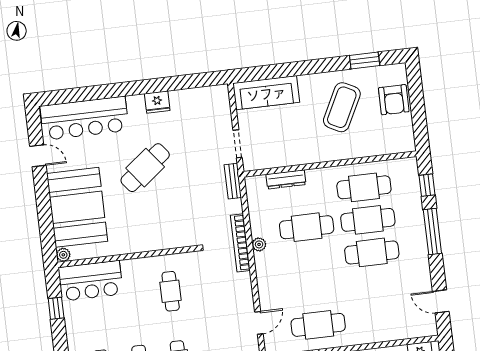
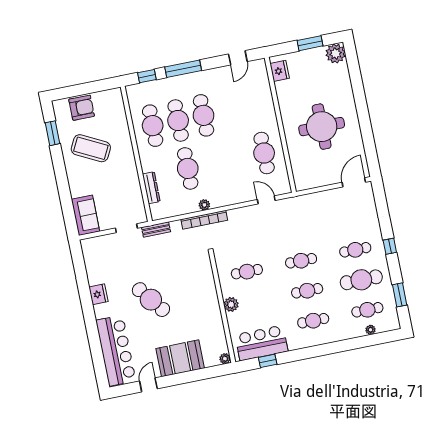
sofa: (266, 93) -> (85, 215), width x0.73
booth: (77, 207) -> (180, 358), width x0.73, depth x0.70
plant: (131, 268) -> (231, 304), added
bar counter: (91, 281) -> (261, 343), moved, turned -90

